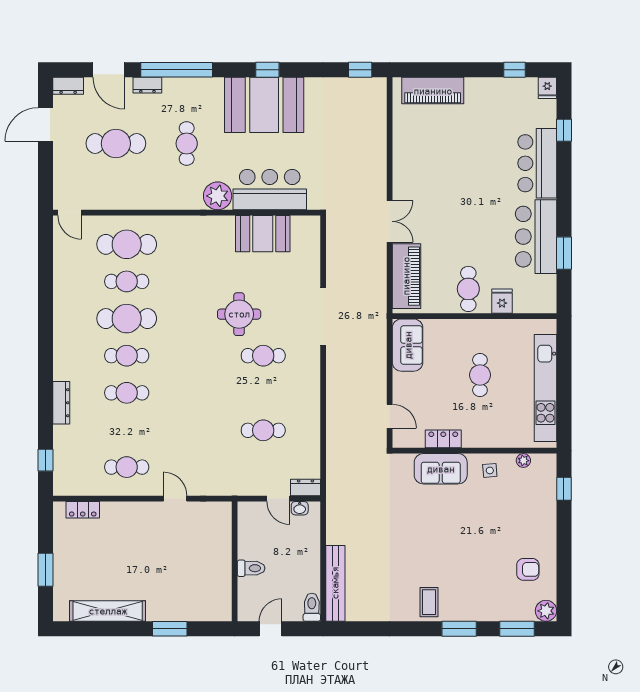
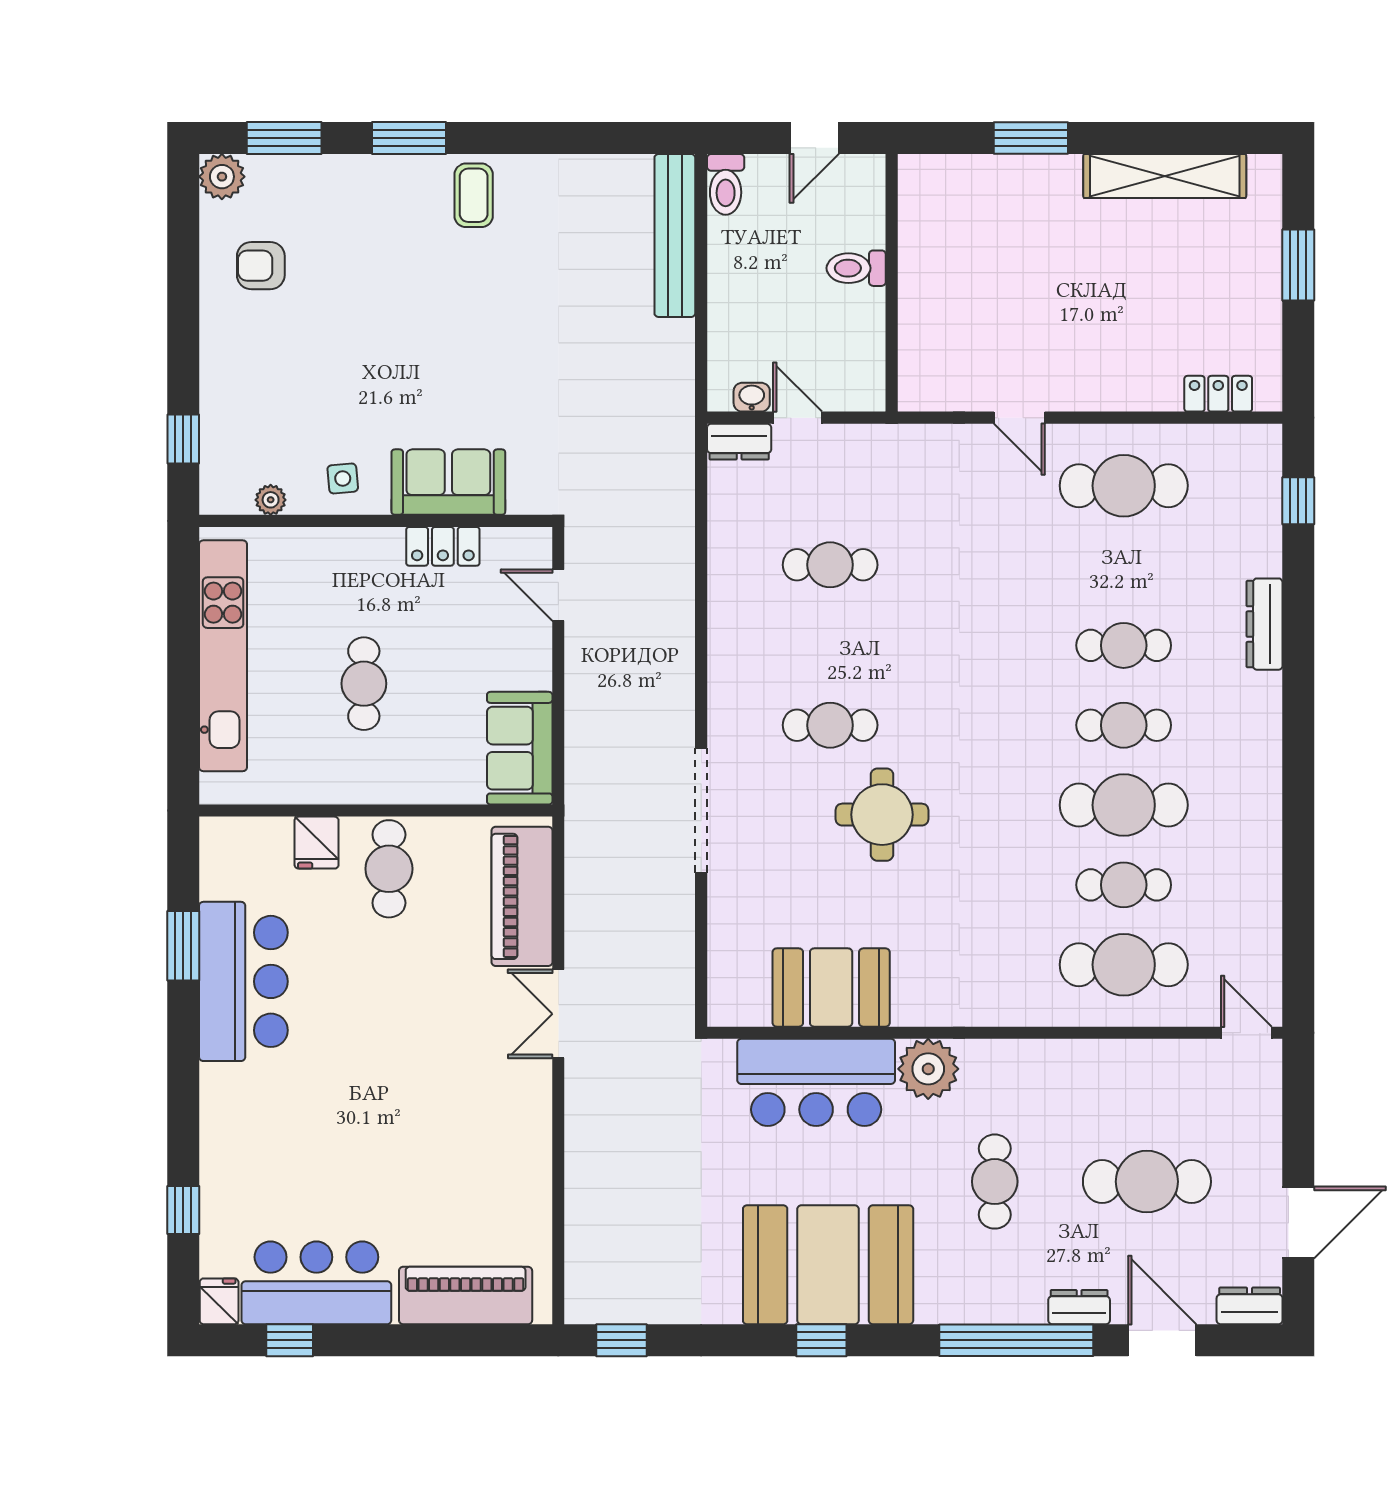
bar counter: (537, 163) -> (316, 1283), moved, turned -90
cafe table: (127, 467) -> (1124, 486), width x1.37, depth x1.35

